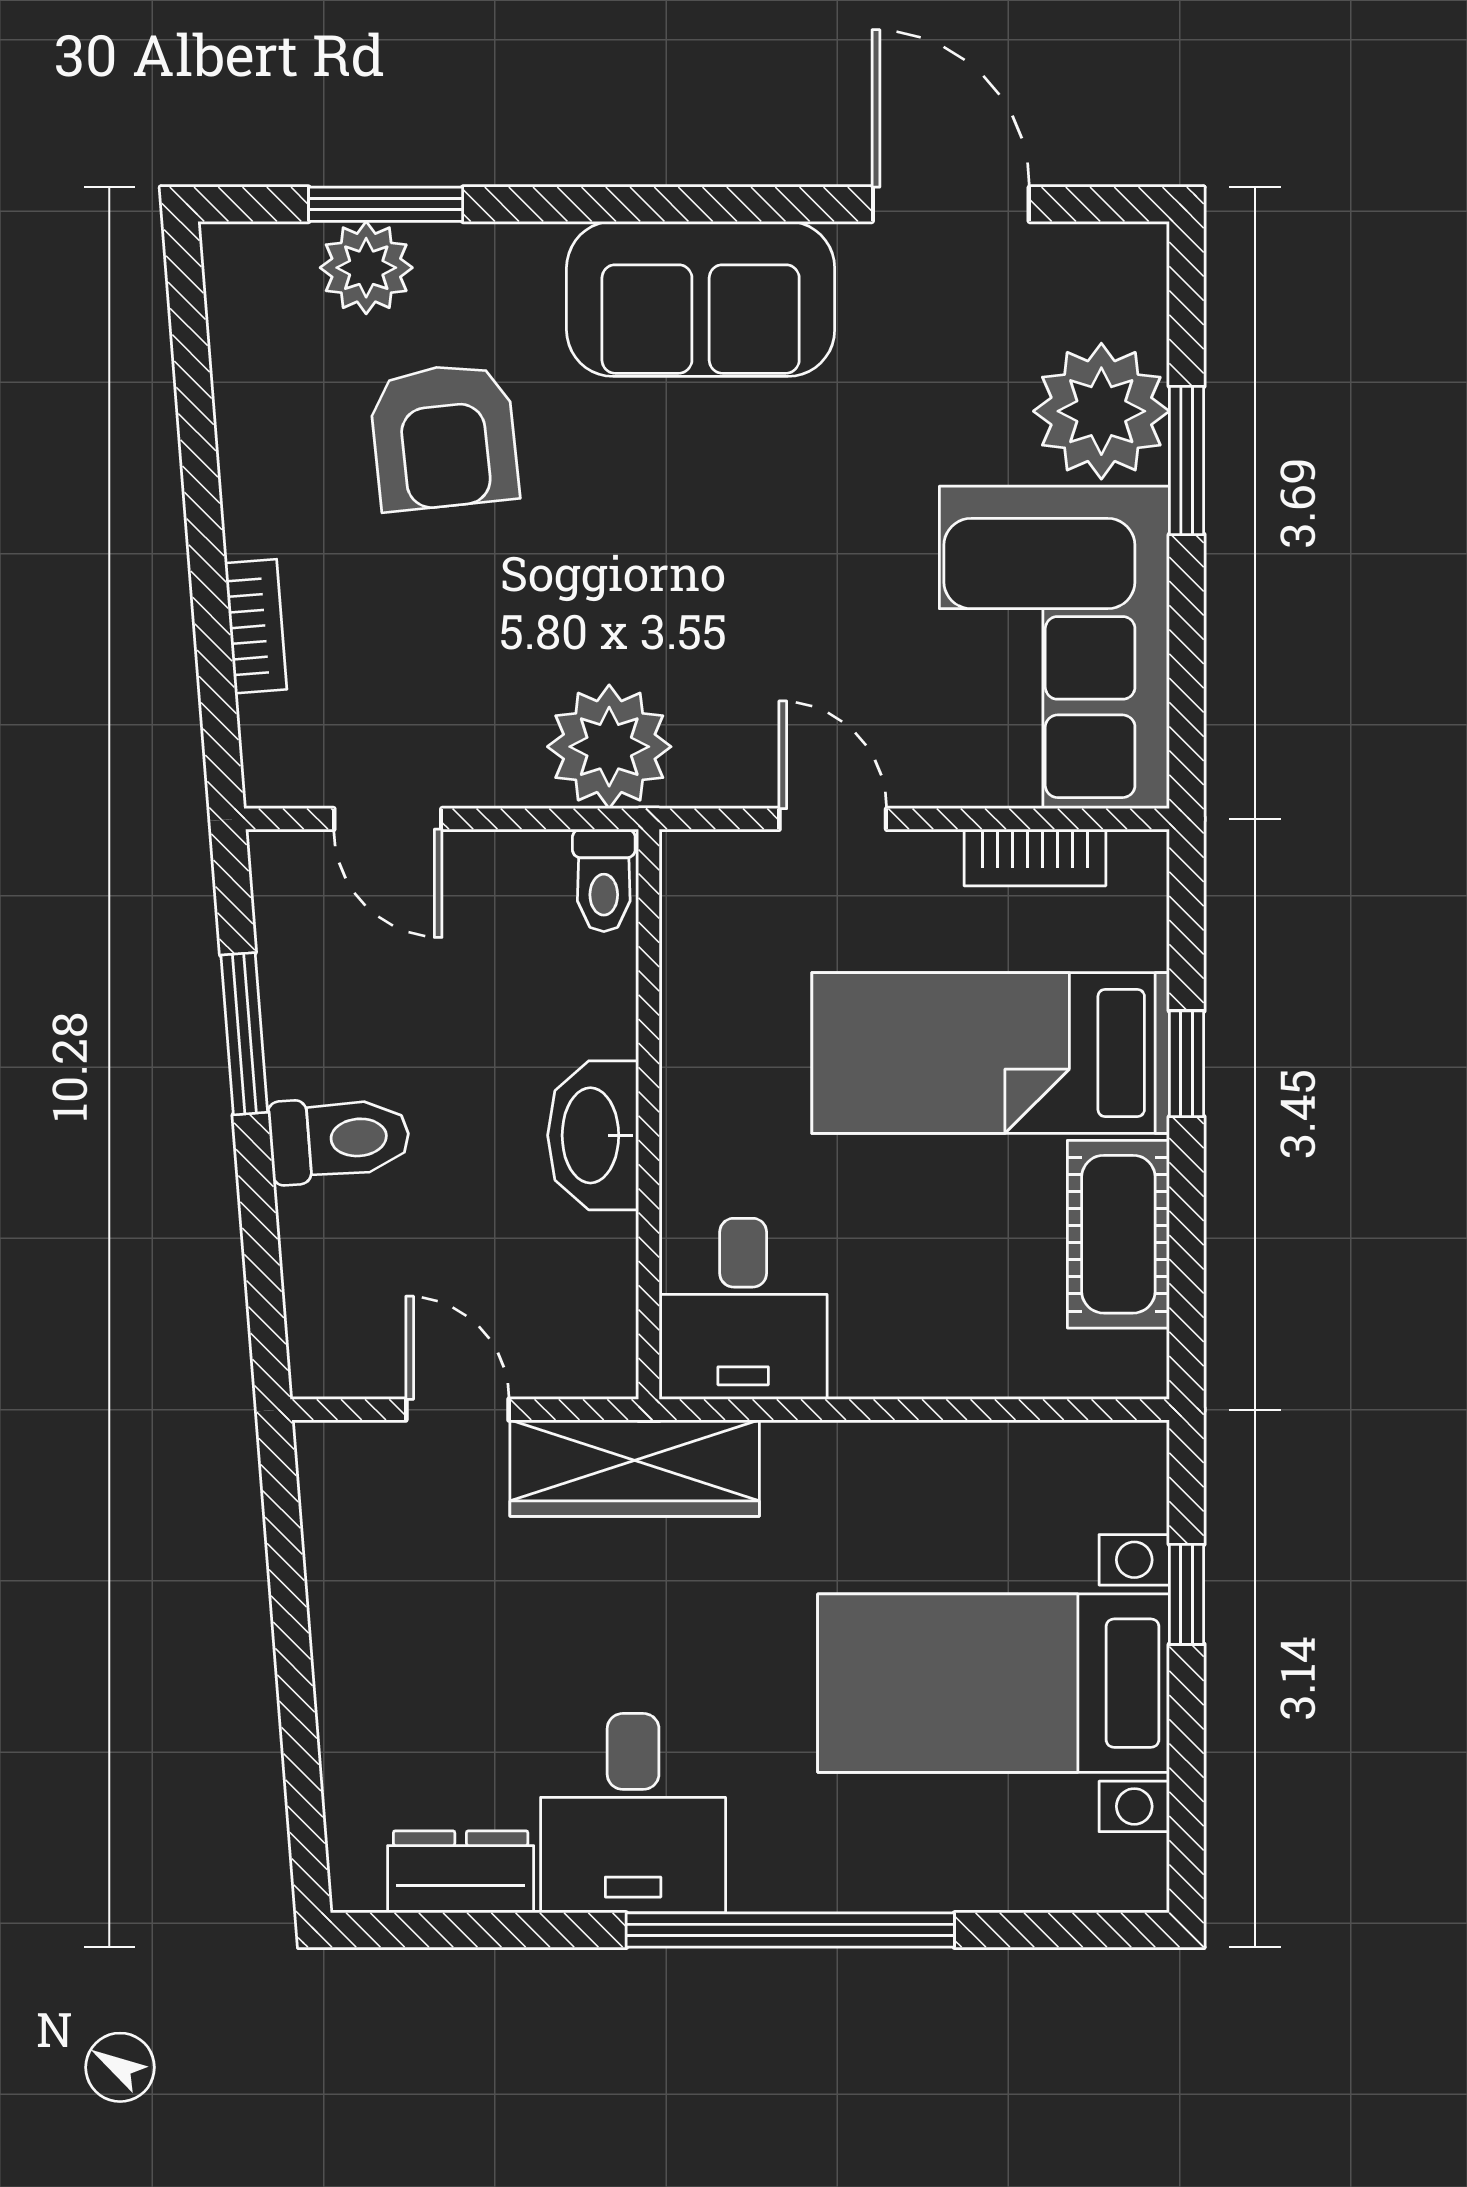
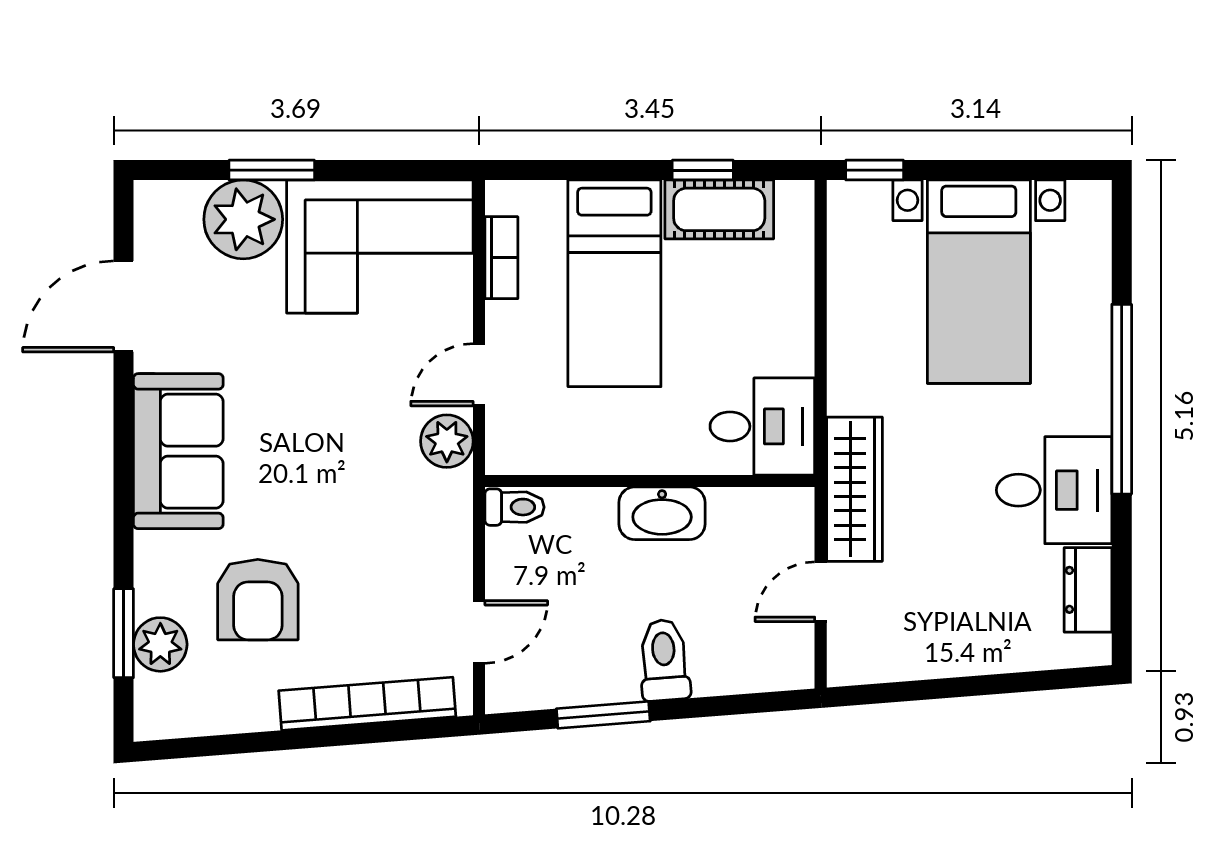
armchair: (444, 436) -> (258, 600), turned 96
bookcase: (256, 626) -> (367, 704), width x2.31, depth x1.31
plant: (609, 747) -> (447, 441), moved, width x0.73, depth x0.73
window: (1187, 1064) -> (703, 170), moved
window: (1187, 1594) -> (875, 170), moved

